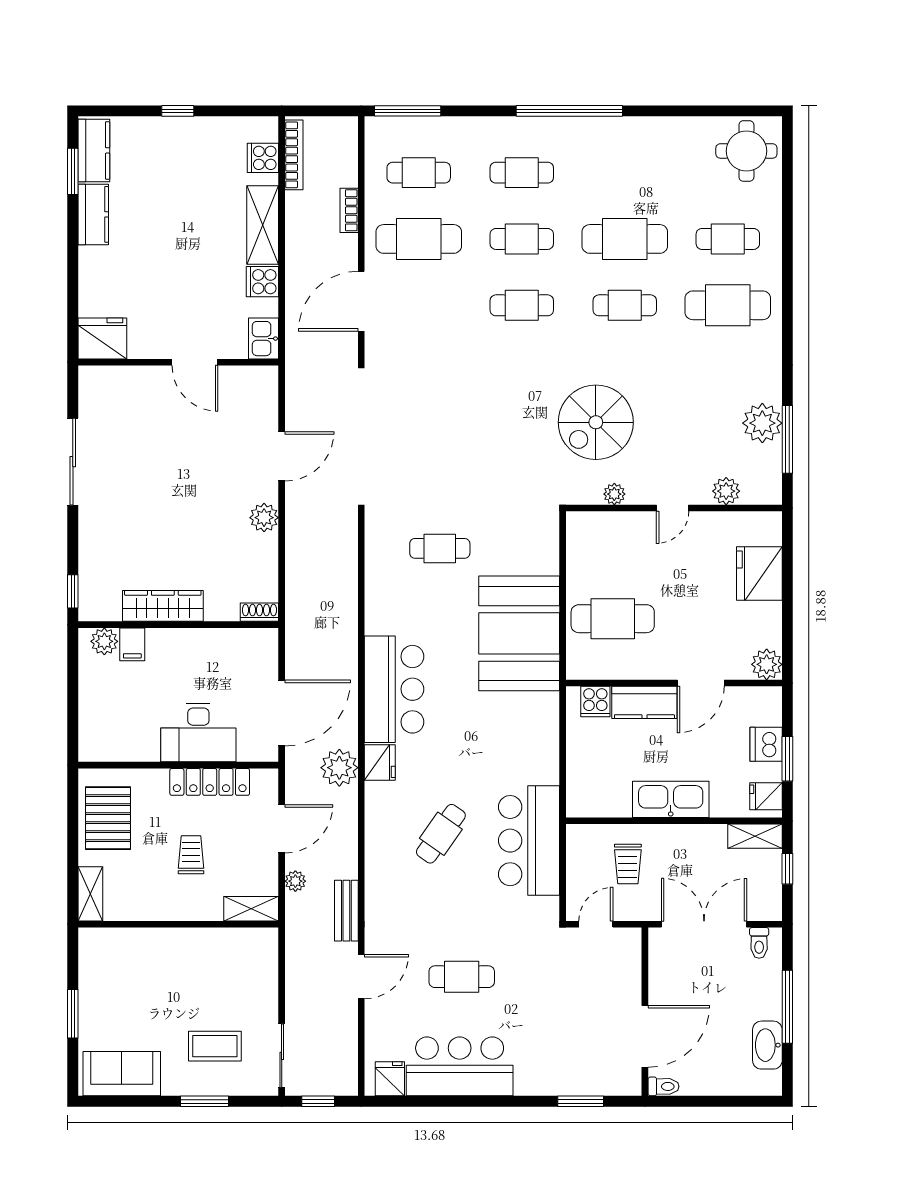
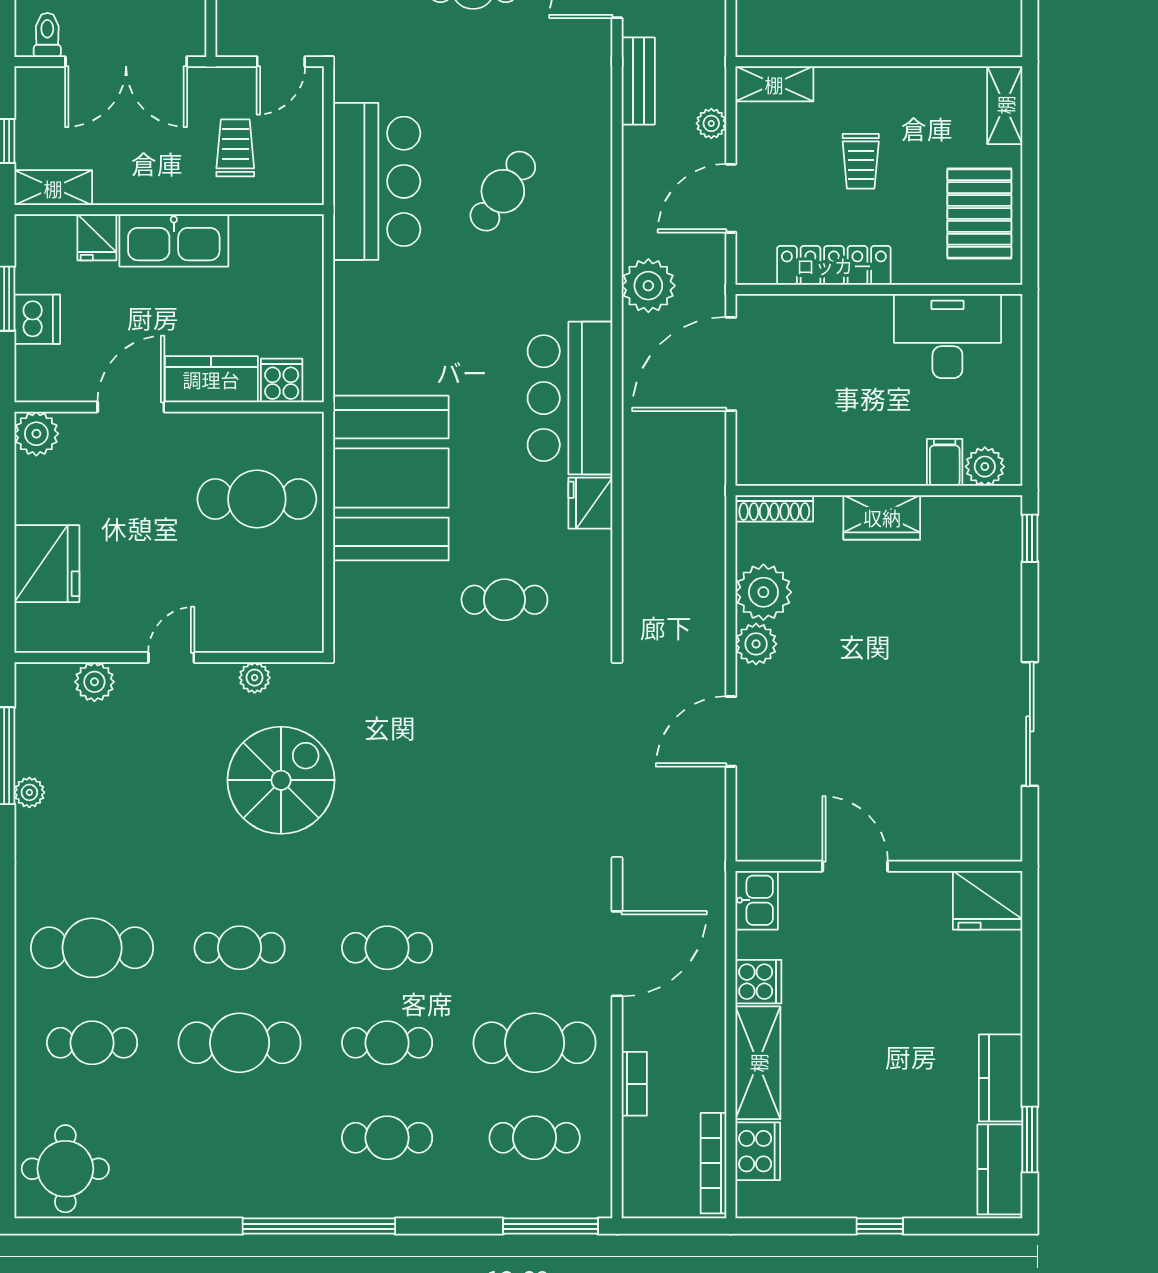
cooker: (263, 158) -> (758, 1151), width x1.36
plant: (762, 423) -> (29, 792), width x0.53, depth x0.53
plant: (259, 554) -> (763, 592), added
wardrobe: (163, 606) -> (882, 517), width x0.67
shoe rack: (259, 612) -> (774, 508), width x1.43
desk: (198, 733) -> (947, 336), moved
fridge: (380, 763) -> (590, 503), moved
fridge: (766, 796) -> (97, 237), moved, turned 90

